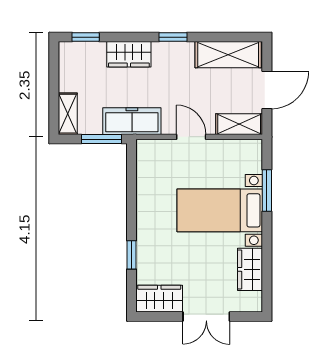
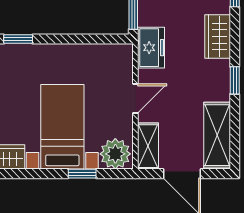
freezer: (132, 121) -> (151, 48), width x0.71
plant: (247, 157) -> (115, 154), added
window: (267, 190) -> (82, 174), width x0.67

